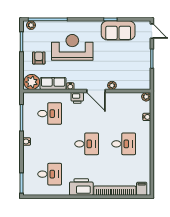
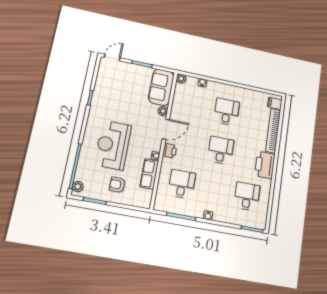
sofa: (118, 30) -> (161, 87), moved, turned 180
plant: (32, 82) -> (143, 198), removed

